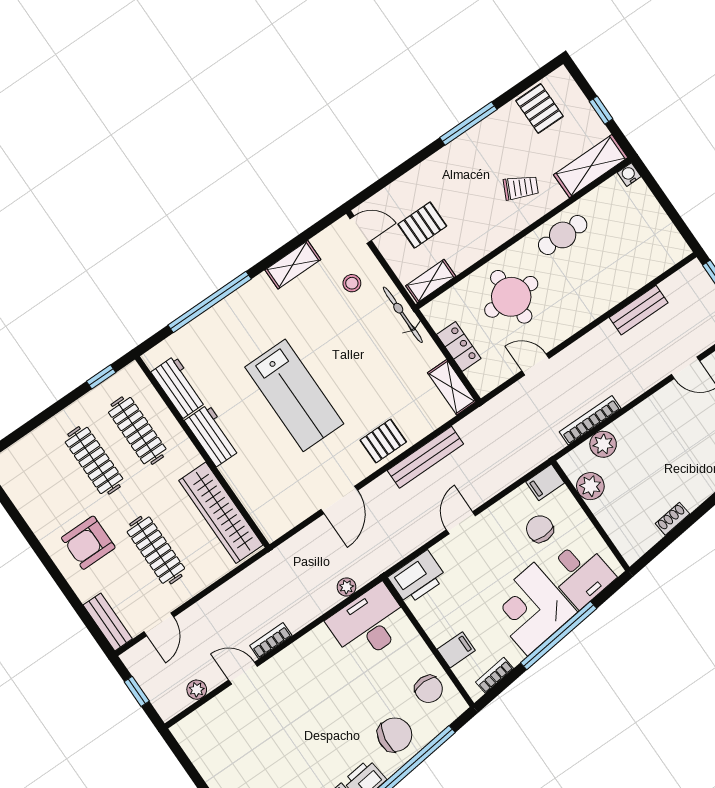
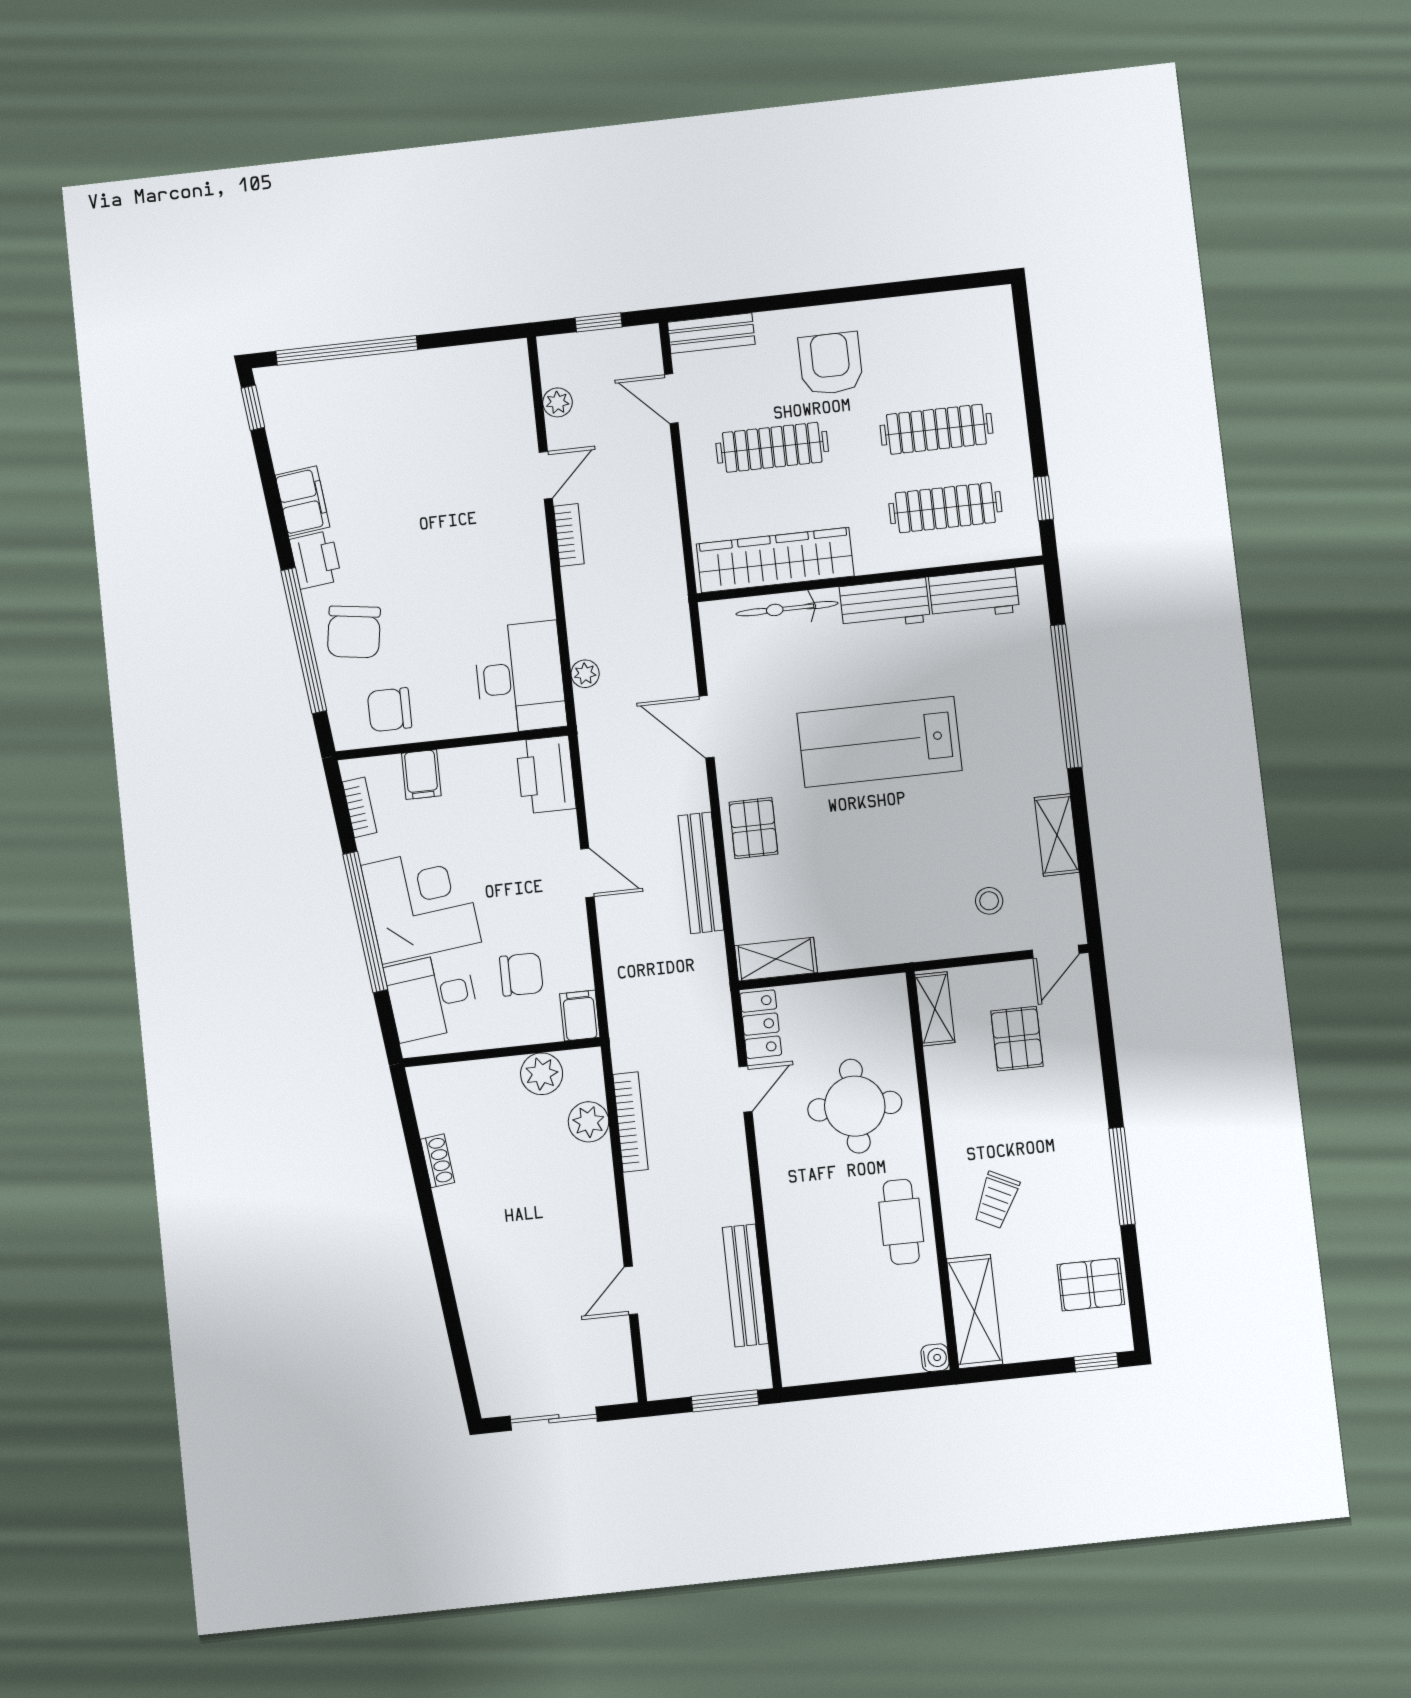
window: (601, 110) -> (1096, 1362), moved
bench: (639, 310) -> (745, 1286), width x1.36
bicycle: (403, 315) -> (787, 609), moved, turned 180
locker: (459, 346) -> (761, 1024), moved, turned -90

